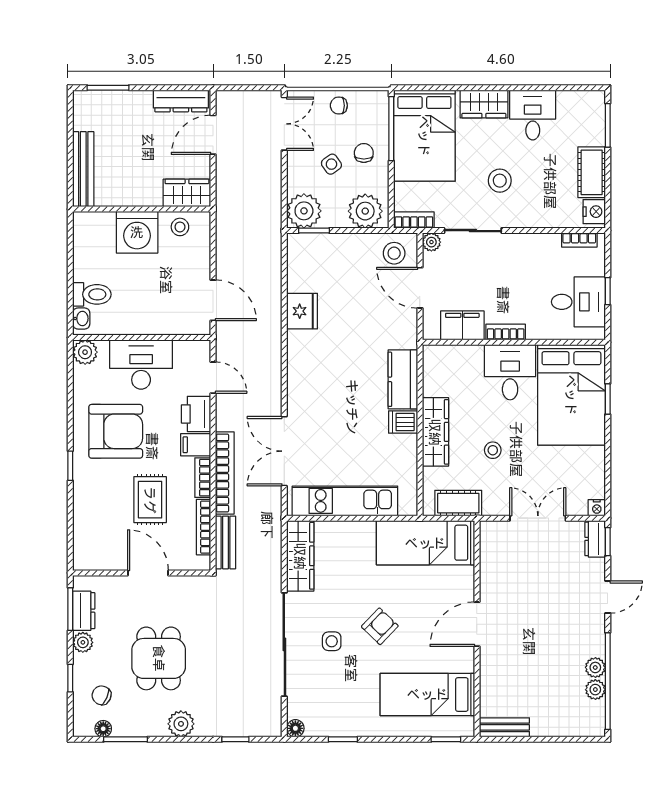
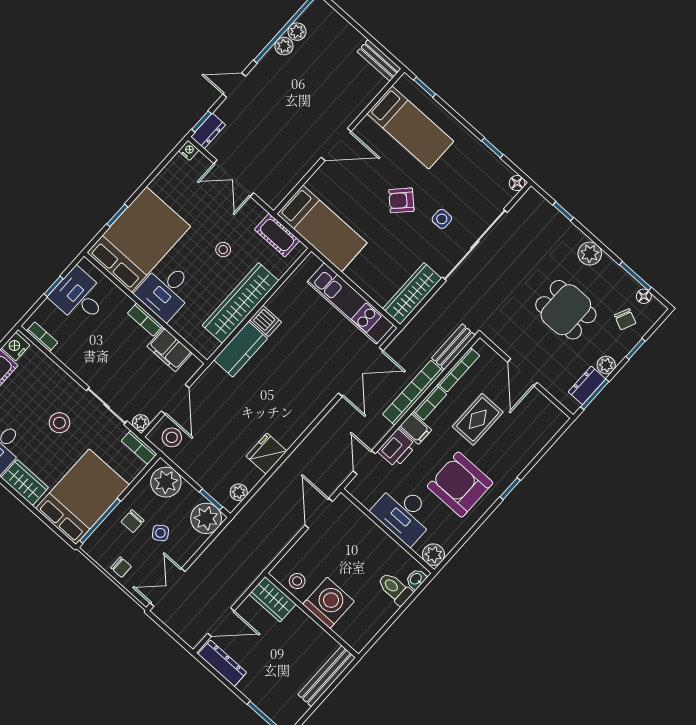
plant: (296, 258) -> (239, 492), added
wardrobe: (435, 432) -> (240, 303), width x1.40, depth x1.17
dining table: (159, 658) -> (566, 310), turned 90

